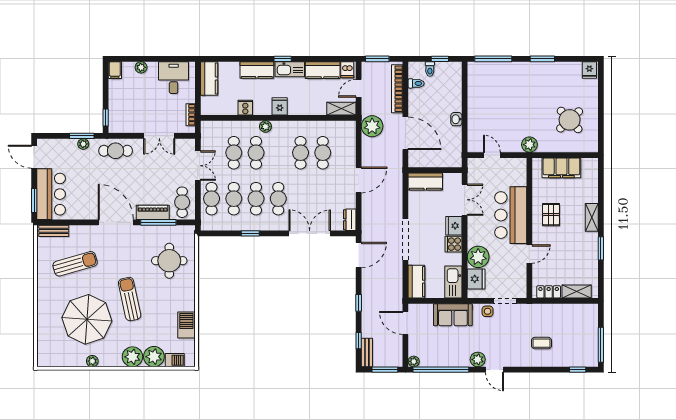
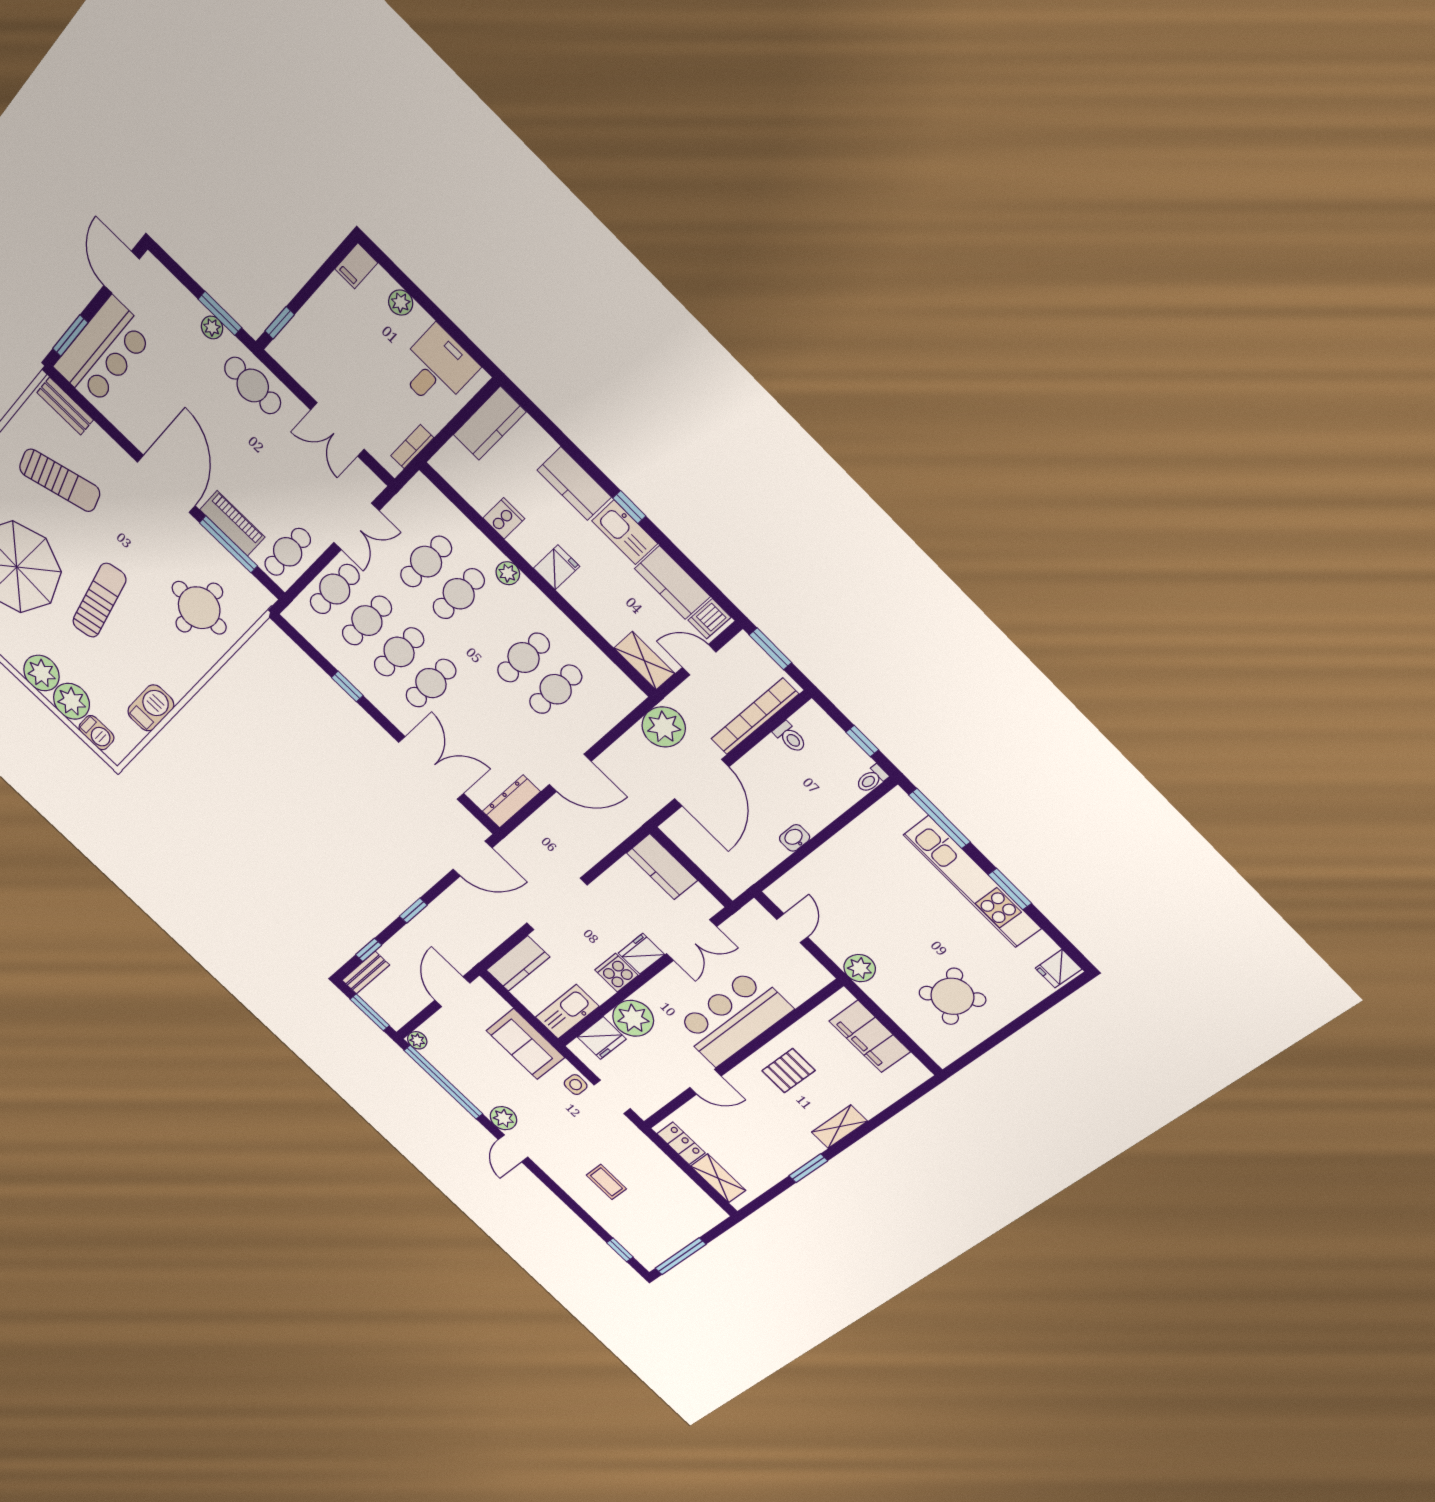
toilet: (430, 69) -> (872, 779), moved
kitchen unit: (528, 70) -> (972, 882), added
dresser: (350, 220) -> (511, 801), width x1.44

